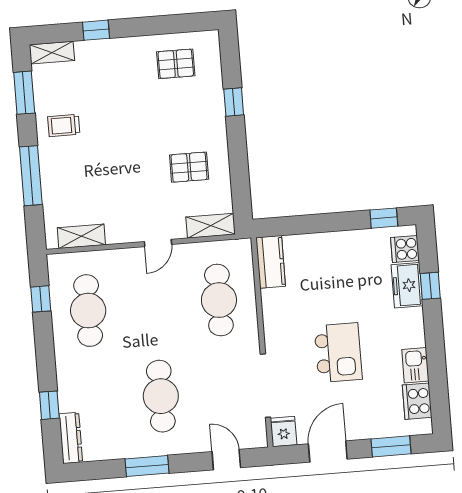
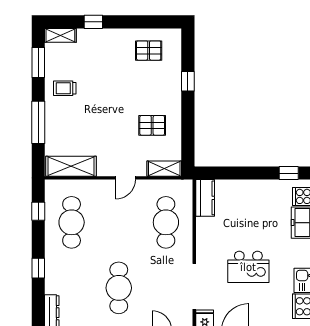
shelving: (81, 236) -> (71, 166), width x1.50, depth x1.33
kitchen island: (338, 353) -> (248, 267), turned 90
window: (49, 405) -> (38, 268), moved

